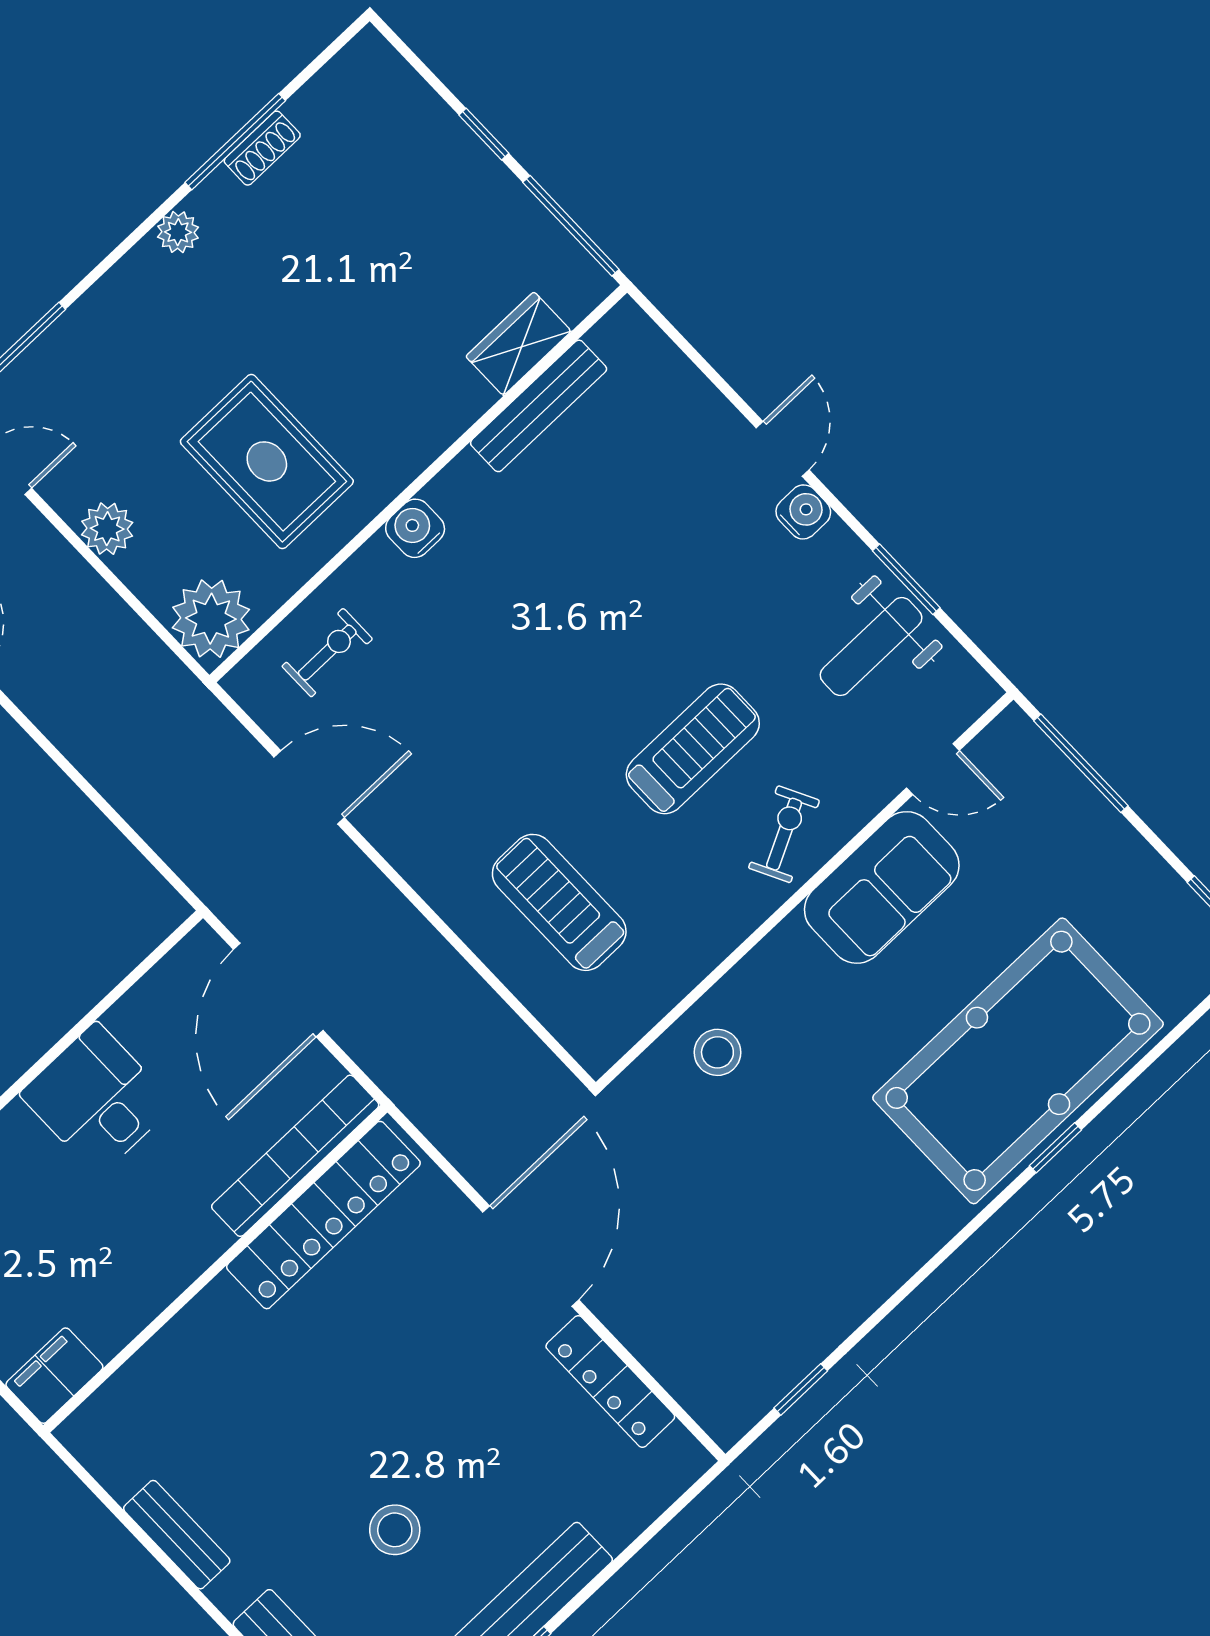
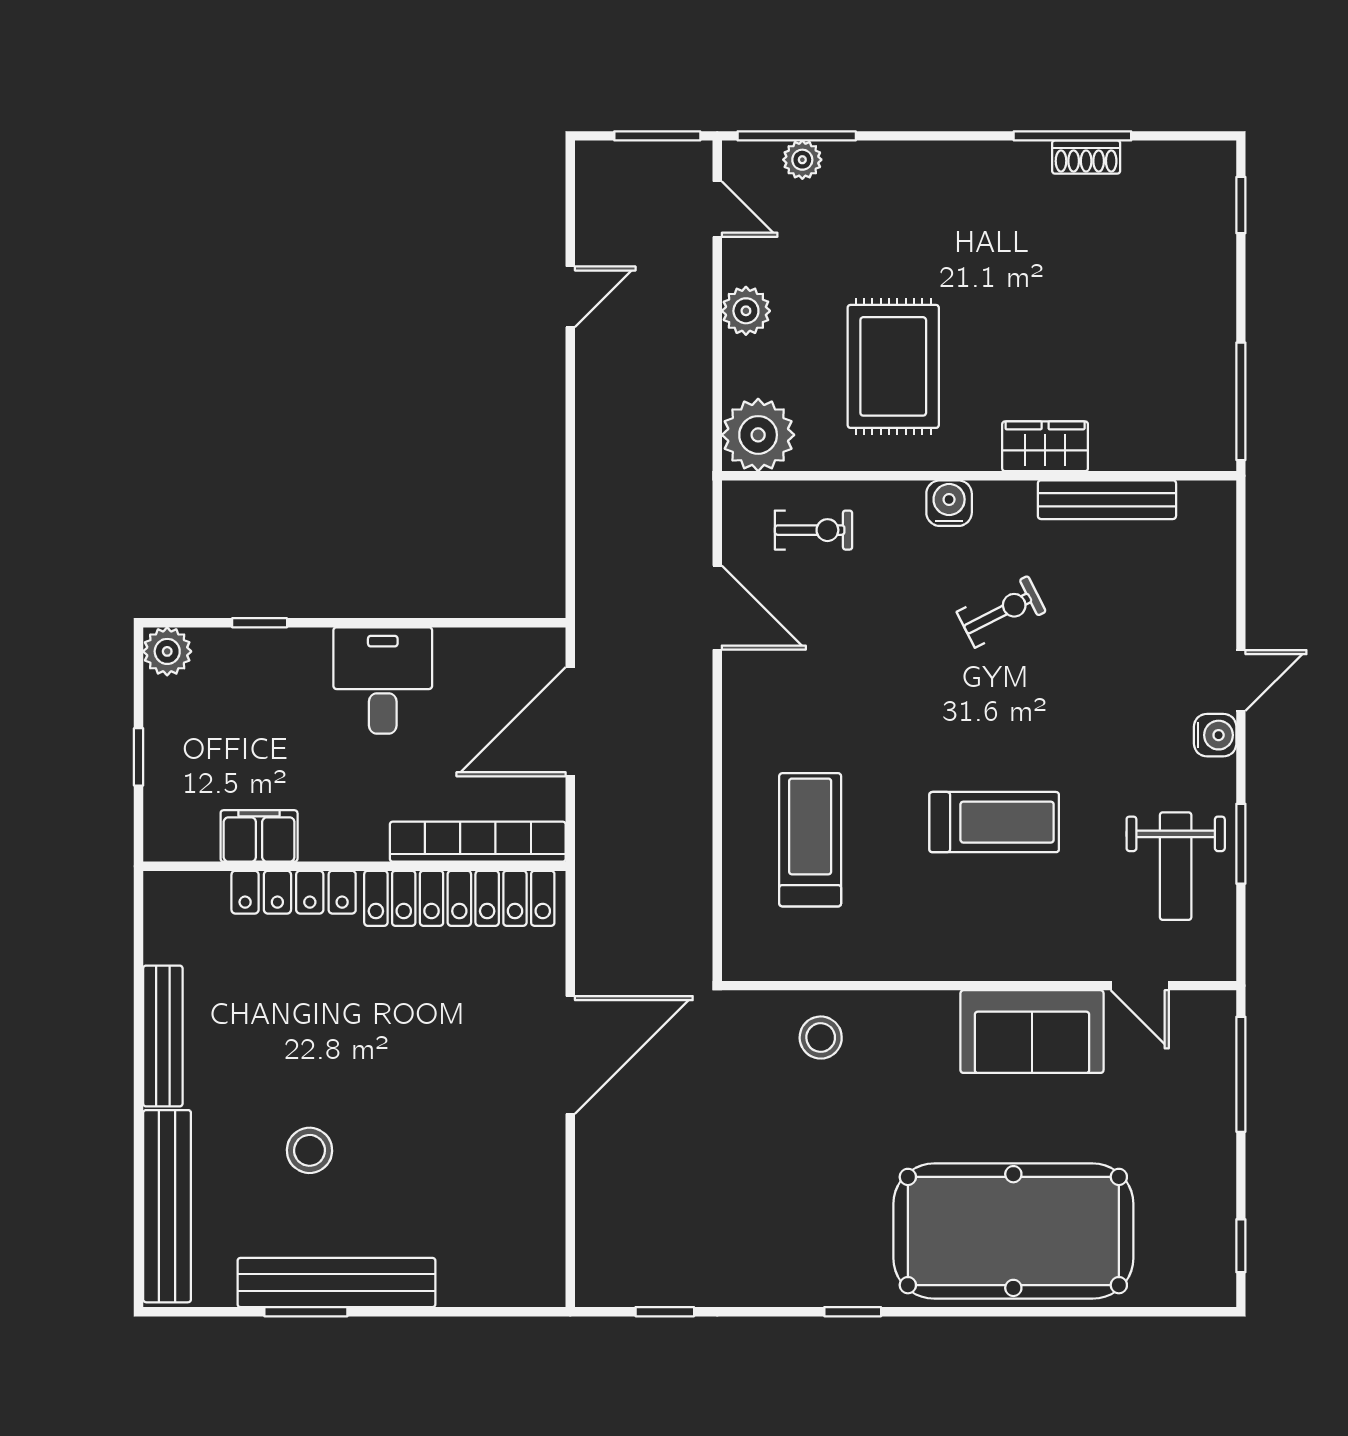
window: (484, 134) -> (1241, 205), moved
plant: (178, 232) -> (802, 160), moved
wardrobe: (519, 344) -> (1045, 446), moved
weight bench: (871, 647) -> (1176, 866), turned -90
exercise bike: (784, 834) -> (1001, 612), moved
window: (1056, 1148) -> (853, 1312), moved
filing cabinet: (54, 1376) -> (259, 836), moved
locker: (610, 1381) -> (294, 892), moved, turned -90
bench: (177, 1535) -> (163, 1036), width x1.36

